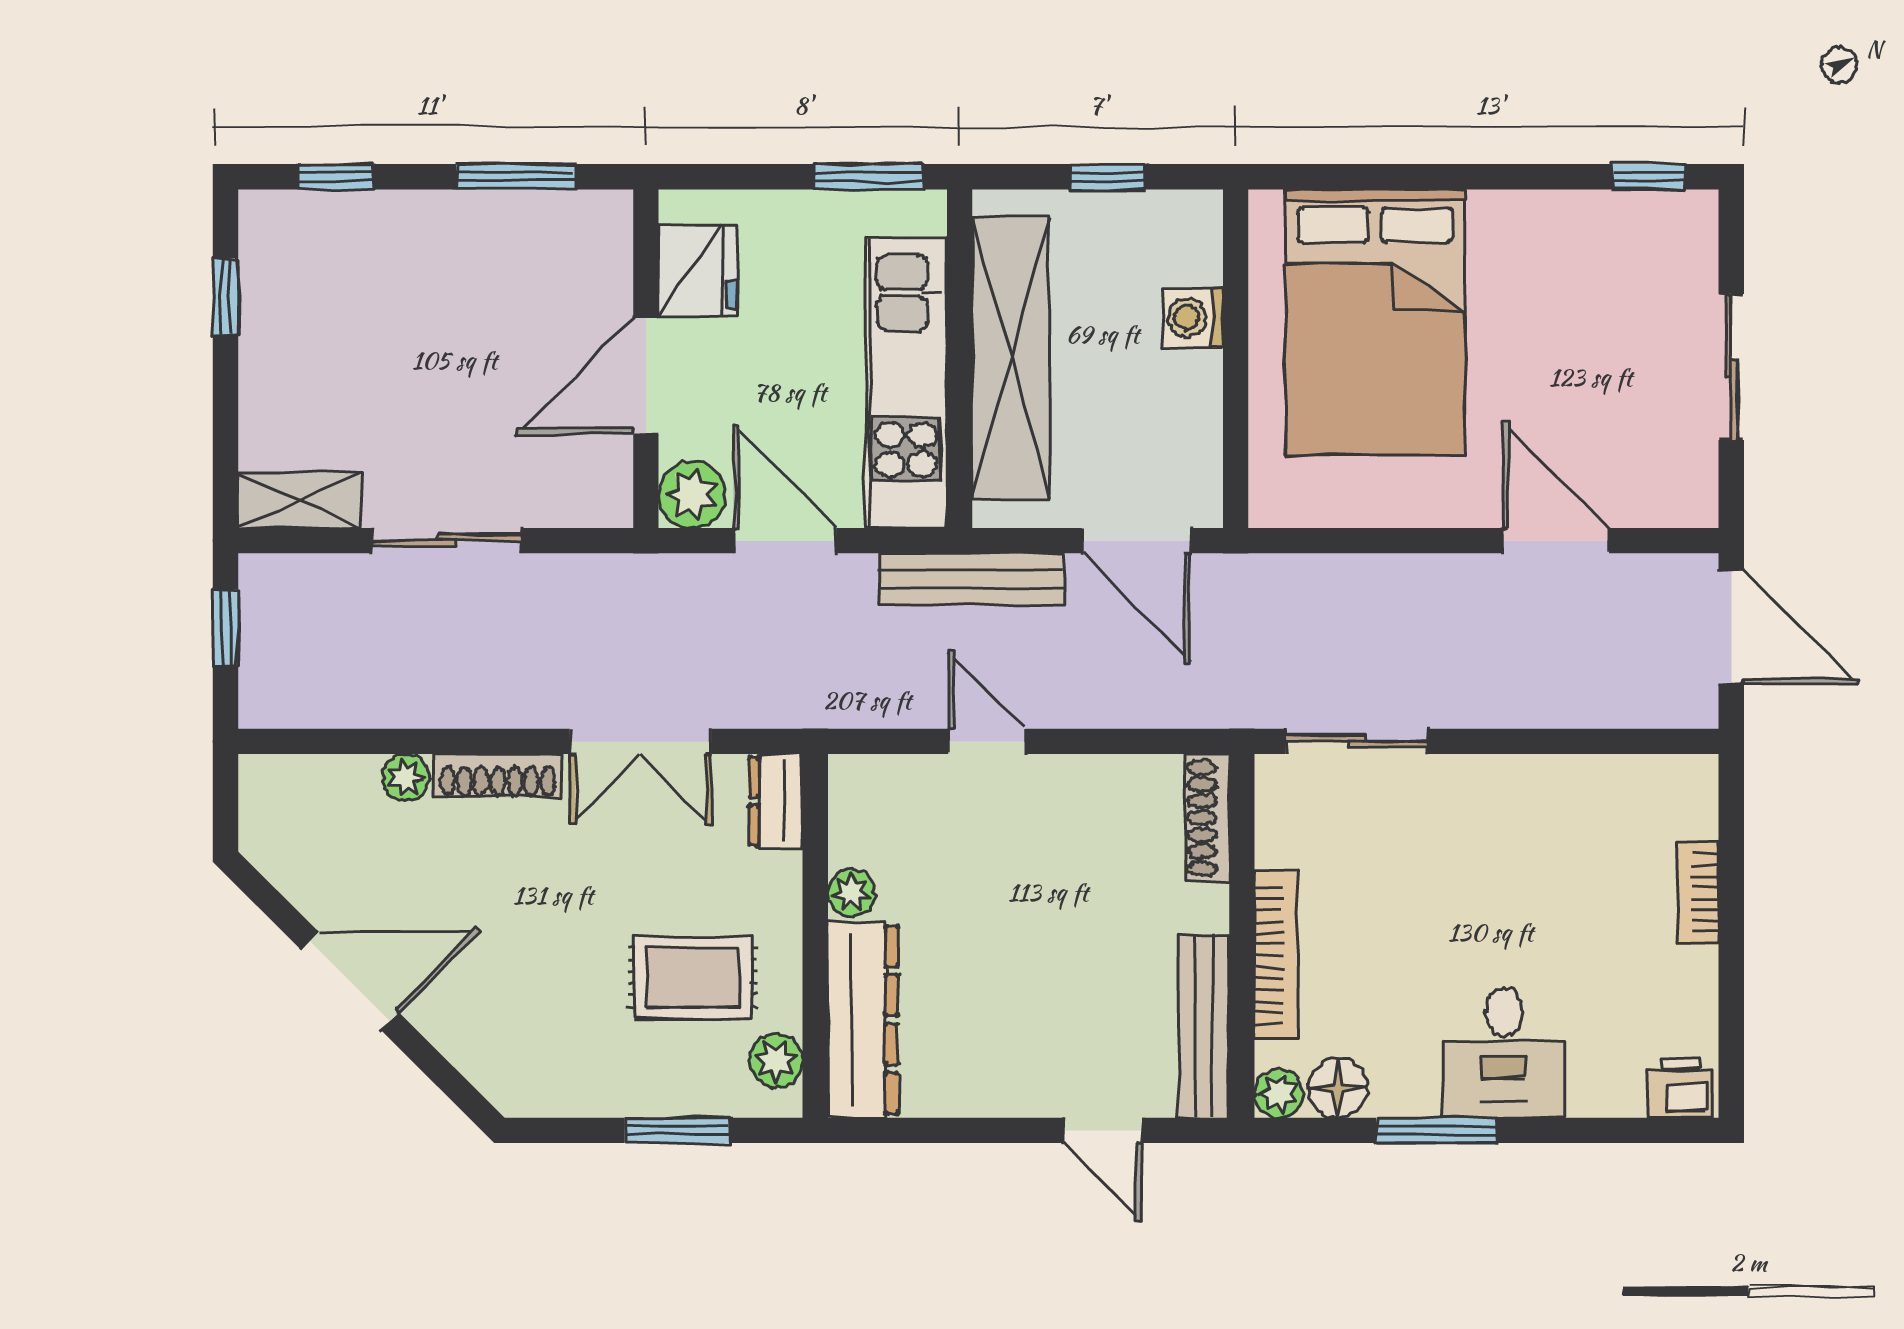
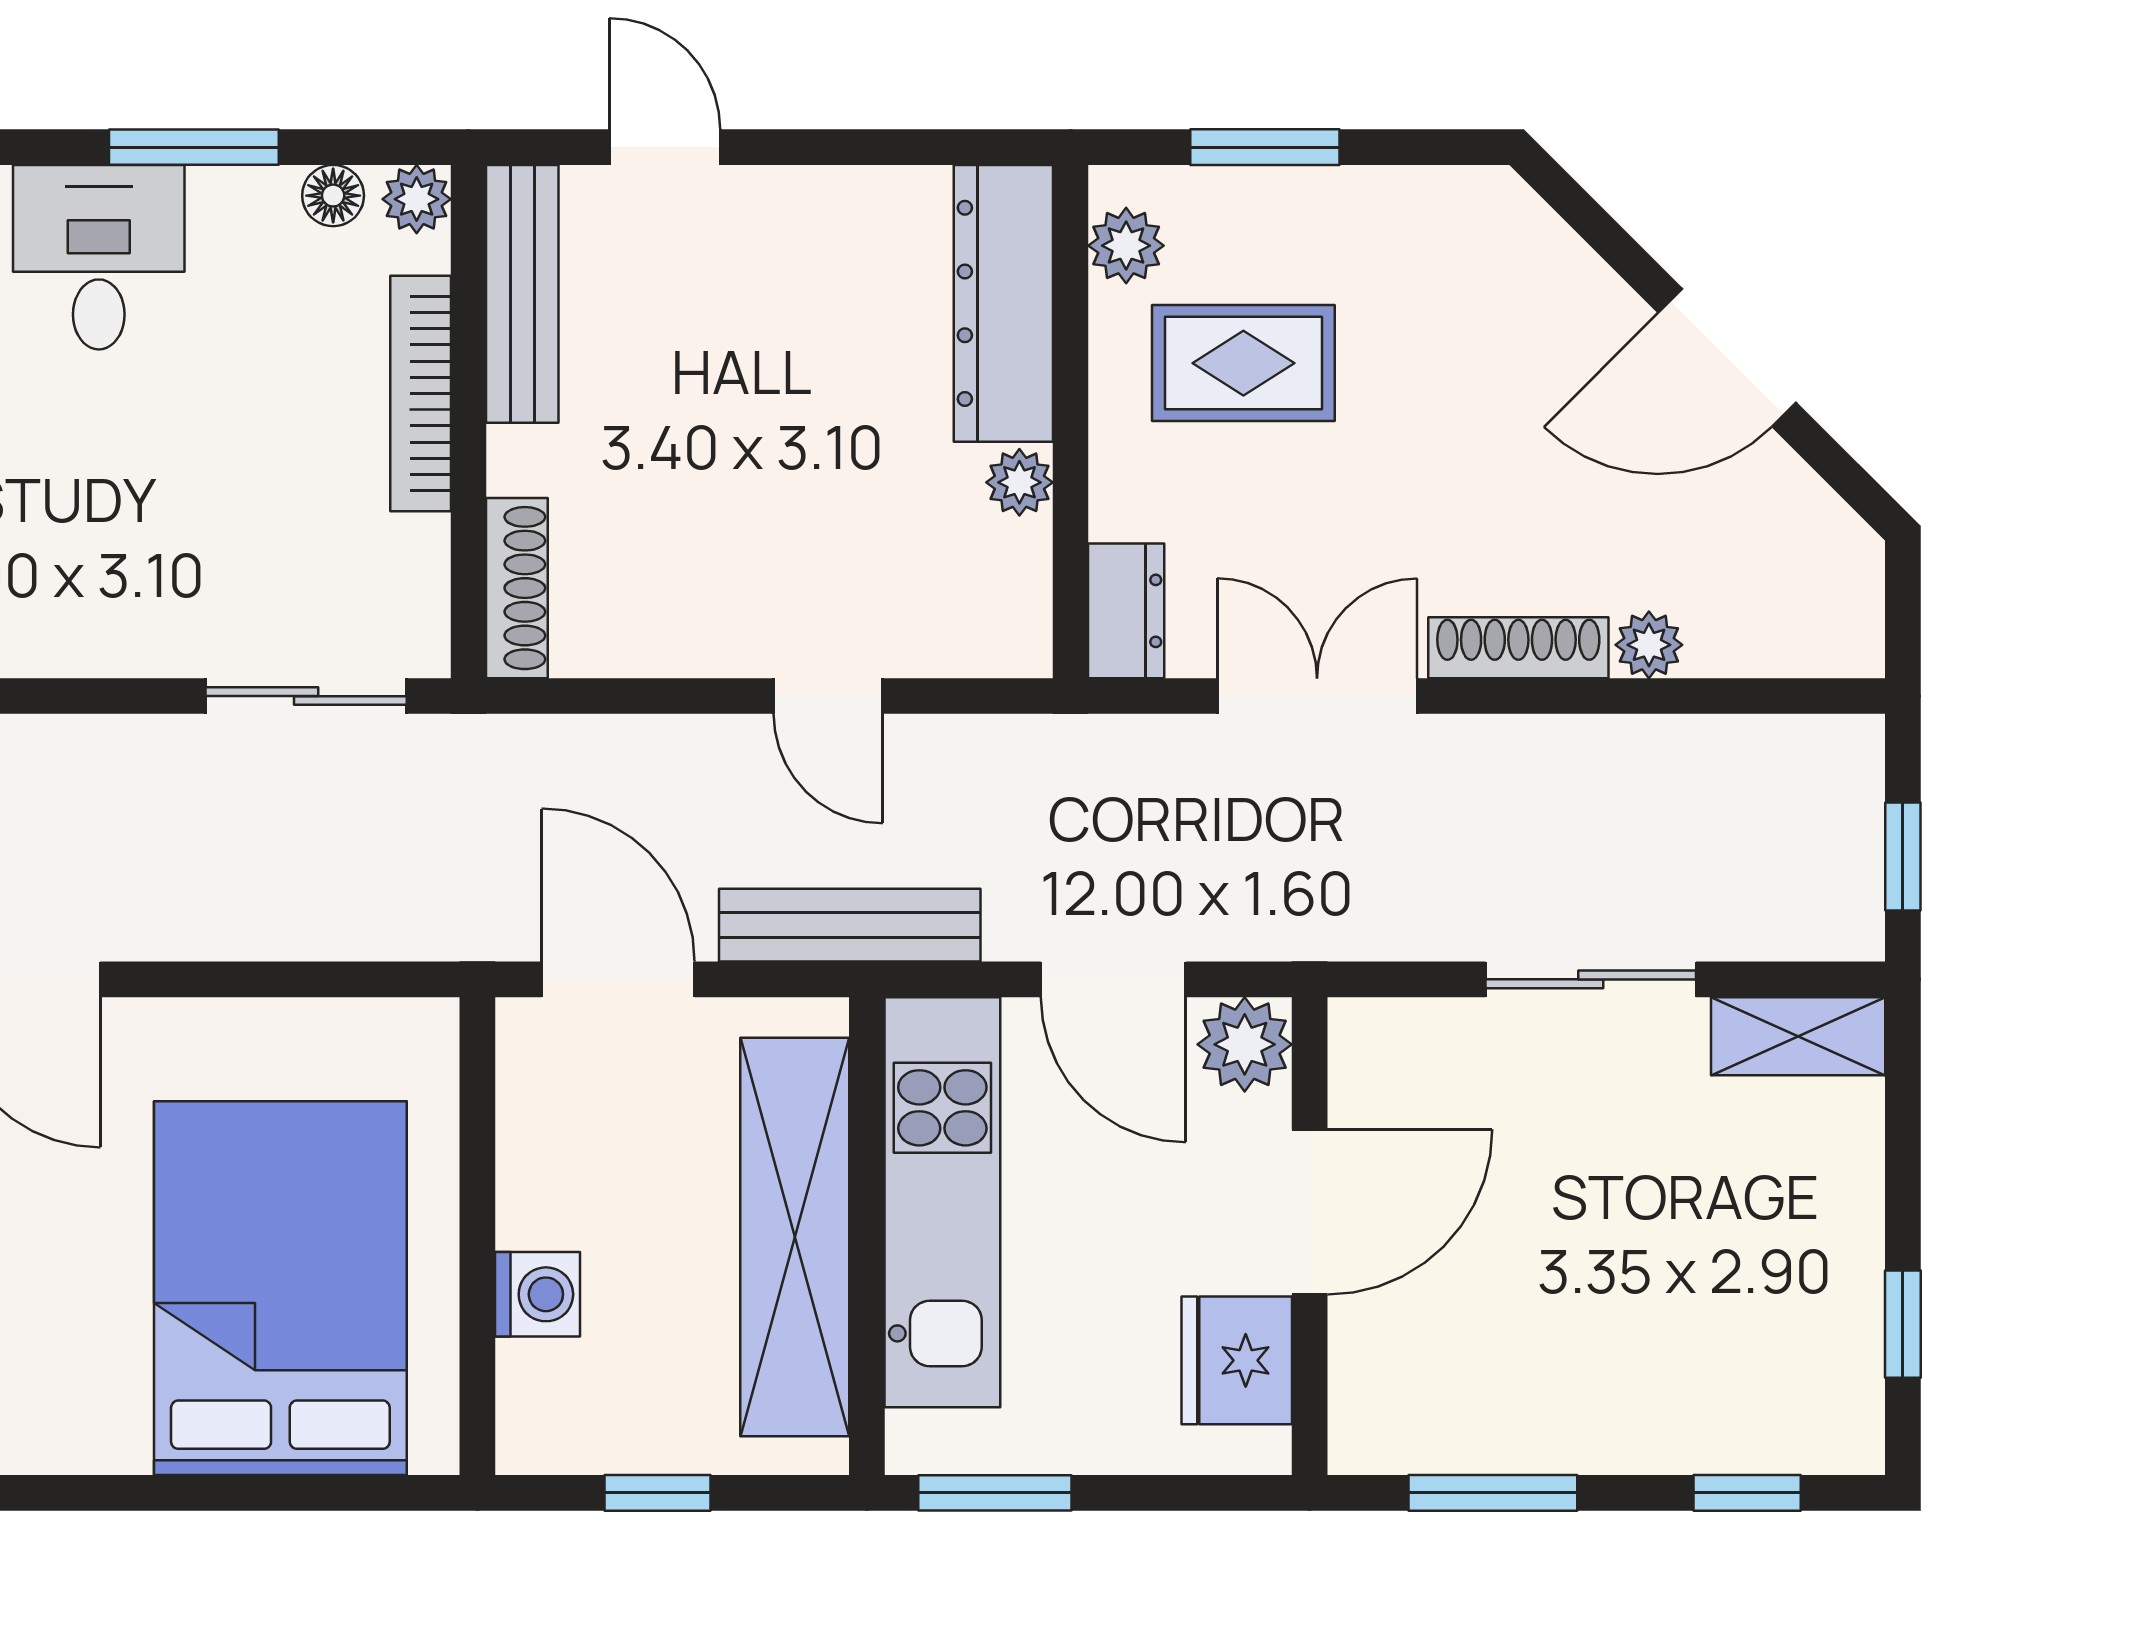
floor lamp: (1338, 1088) -> (333, 196), width x0.73, depth x0.73

